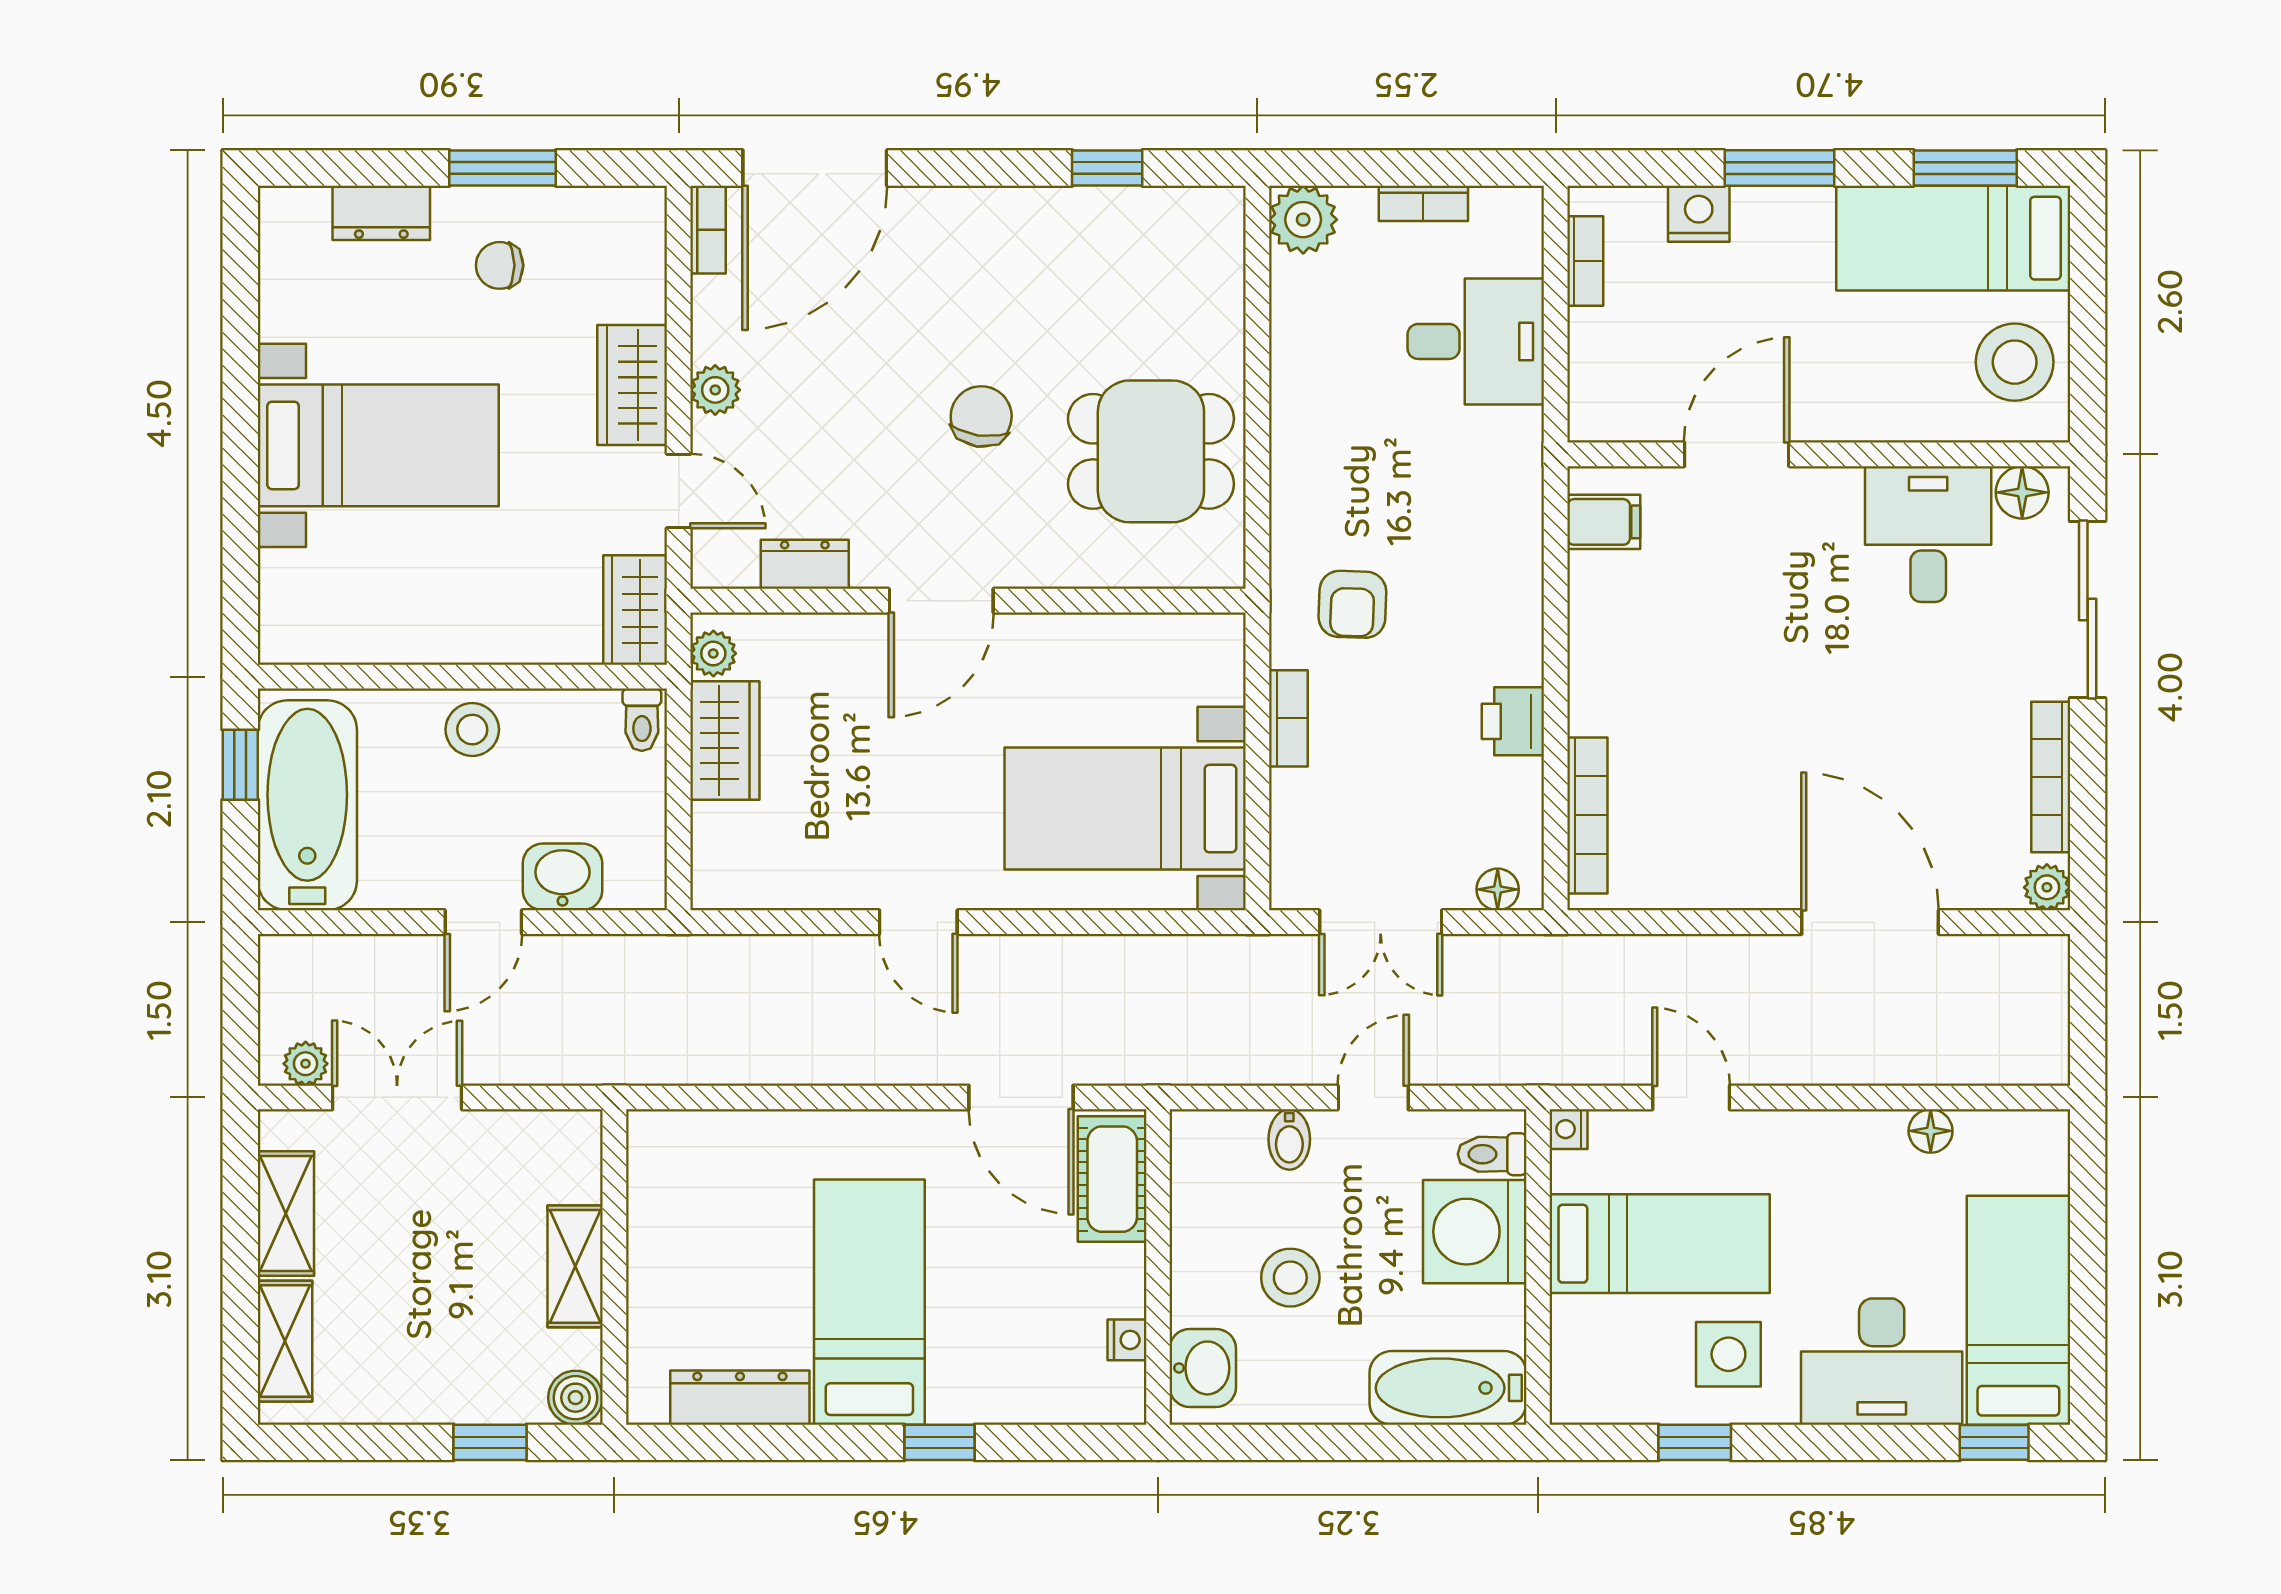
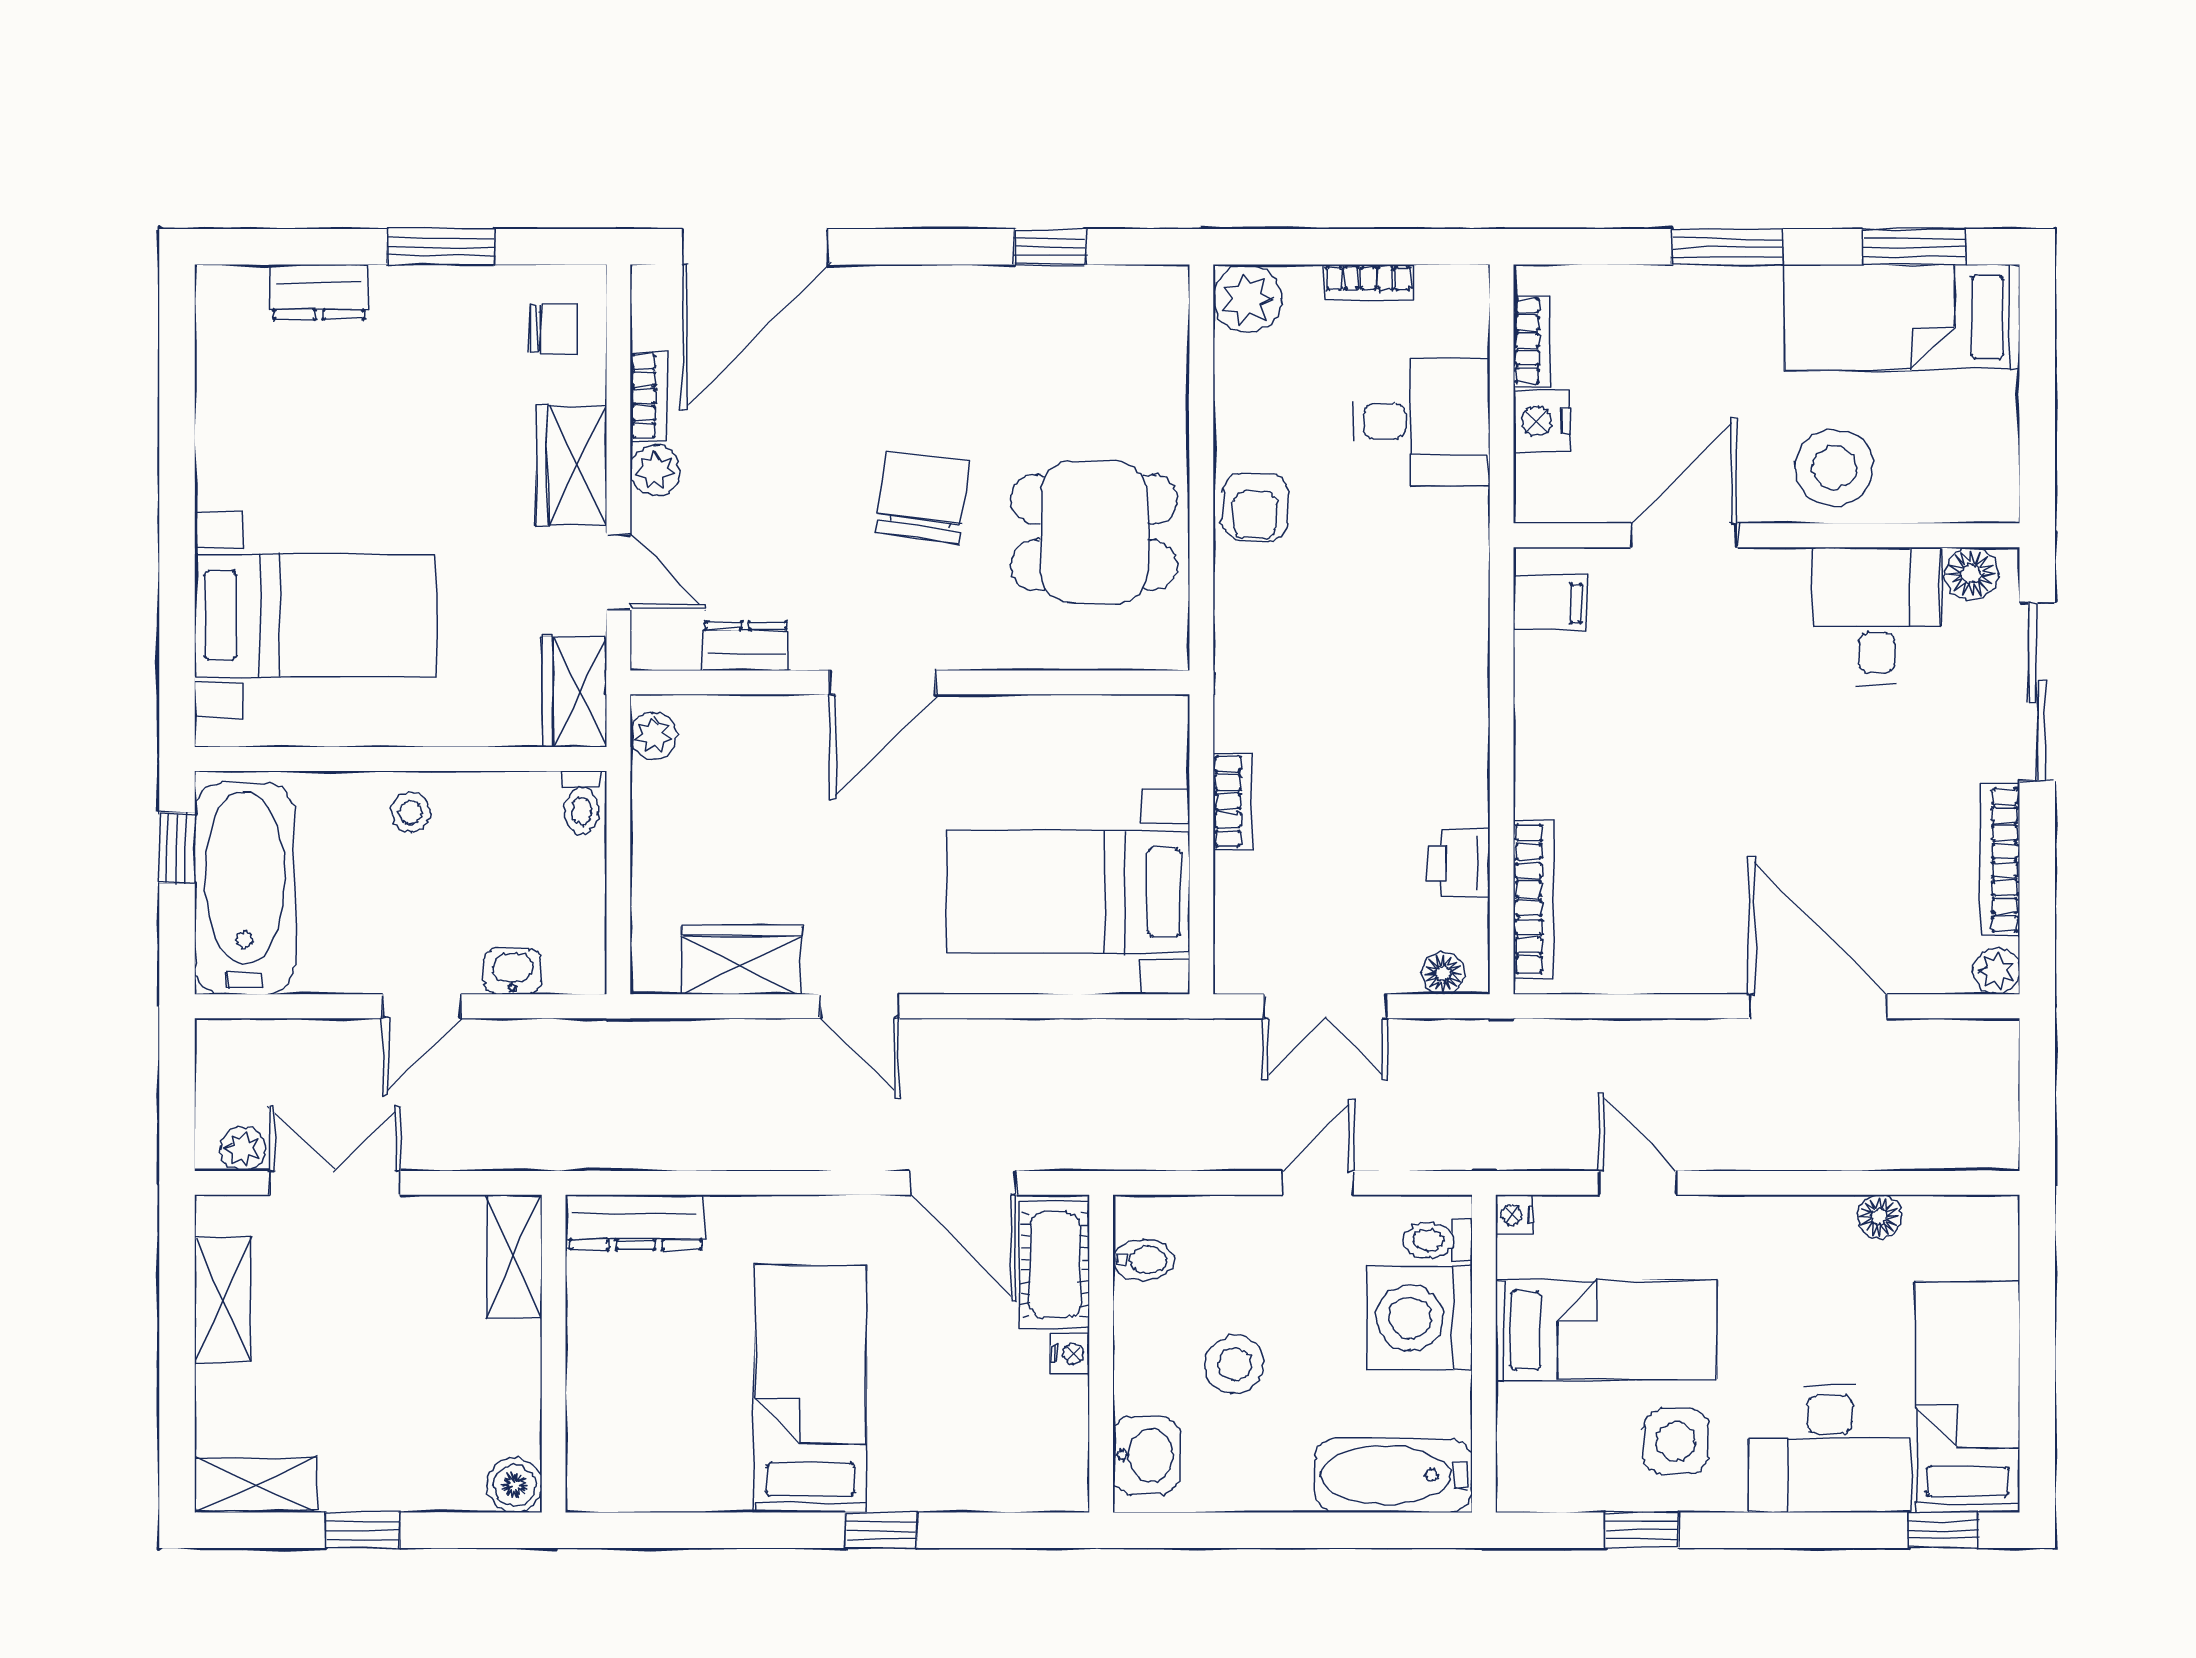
nightstand: (1699, 214) -> (1542, 421), moved, turned -90
bookcase: (708, 230) -> (648, 396), moved
chair: (500, 265) -> (553, 328), moved, turned 180
stool: (2015, 362) -> (1834, 467), moved
chair: (981, 416) -> (923, 497), width x1.37, depth x1.37
bed with nightstands: (378, 445) -> (316, 615), moved
armchair: (1352, 604) -> (1255, 507), moved
printer: (1513, 721) -> (1459, 863), moved
stool: (472, 730) -> (411, 812), width x0.73, depth x0.73
wardrobe: (725, 740) -> (741, 960), moved, turned -90
washbasin: (562, 877) -> (512, 971), width x0.72, depth x0.69
bidet: (1289, 1139) -> (1144, 1260), moved, turned -90
shelving: (575, 1266) -> (514, 1256), moved
nightstand: (1127, 1340) -> (1070, 1354), moved
shelving: (285, 1341) -> (255, 1485), moved, turned 90
dresser: (740, 1398) -> (635, 1222), moved, turned 180
window: (490, 1442) -> (363, 1530), moved

